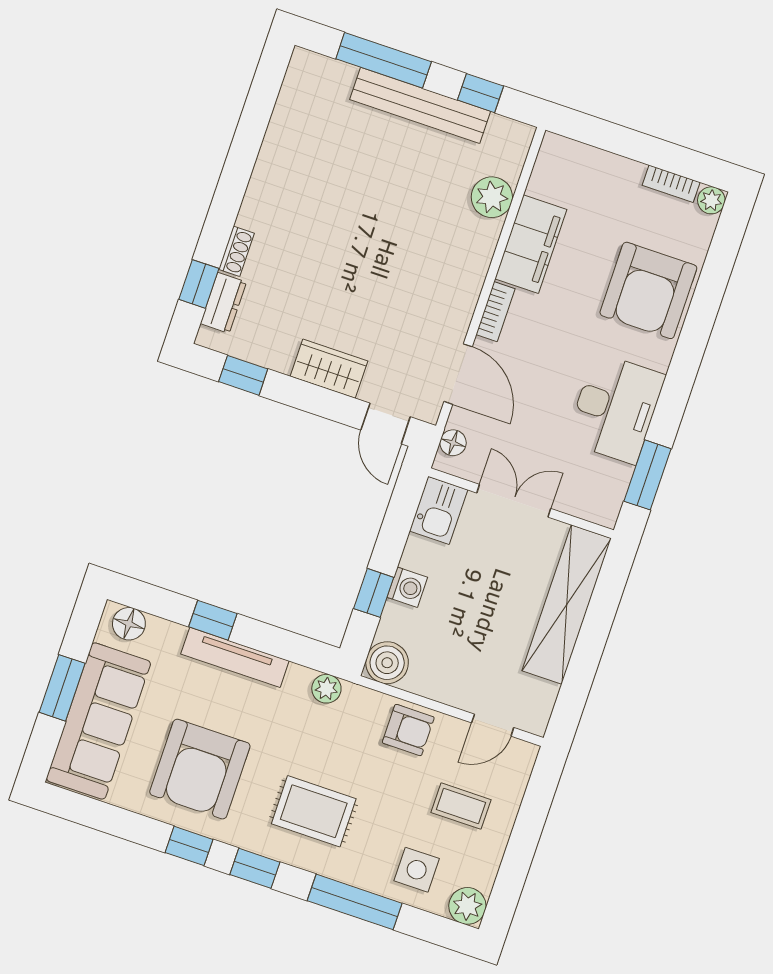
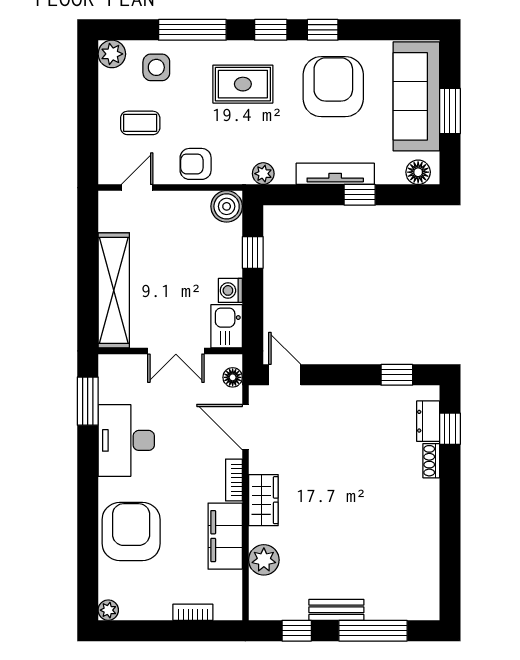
bench: (420, 105) -> (336, 610), width x0.54, depth x0.82
bookcase: (671, 184) -> (193, 612), moved
wardrobe: (329, 369) -> (263, 500), moved, turned -90
washing machine: (407, 587) -> (230, 290), moved

